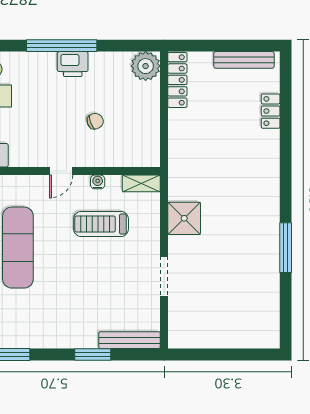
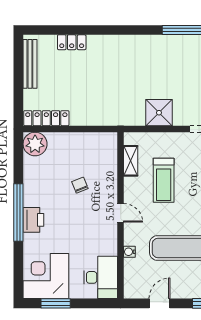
printer: (73, 64) -> (33, 220), moved
water cooler: (98, 182) -> (129, 252), moved
shelving: (141, 183) -> (131, 161), moved

